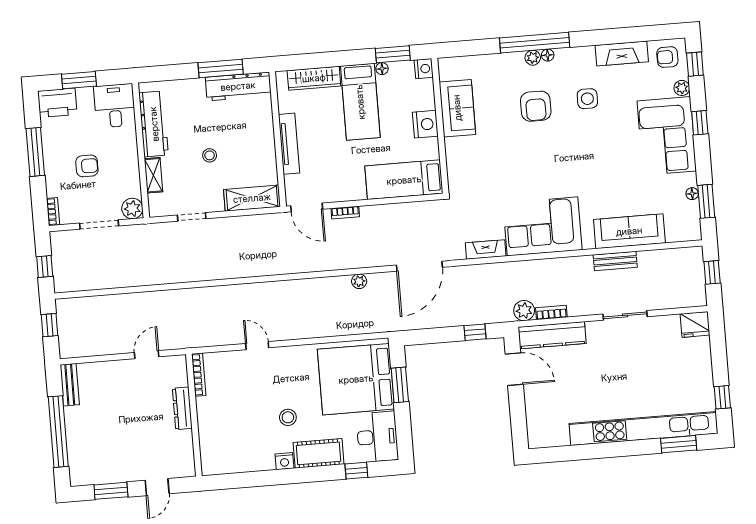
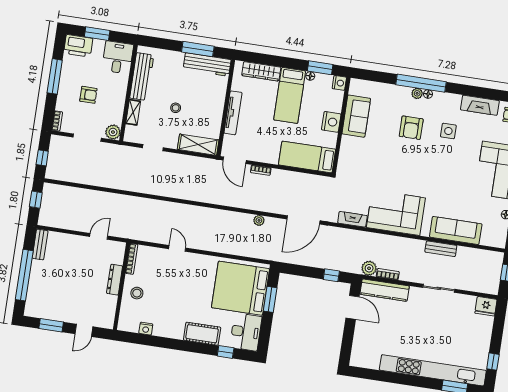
stool: (288, 417) -> (137, 293), moved
nightstand: (284, 461) -> (146, 329), moved

